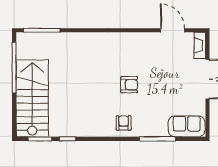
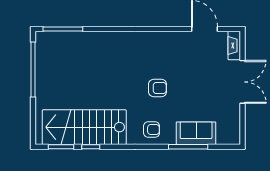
stairs: (32, 98) -> (84, 127), moved, turned -90
armchair: (124, 123) -> (152, 130), turned 90
sofa: (187, 126) -> (196, 133), moved

